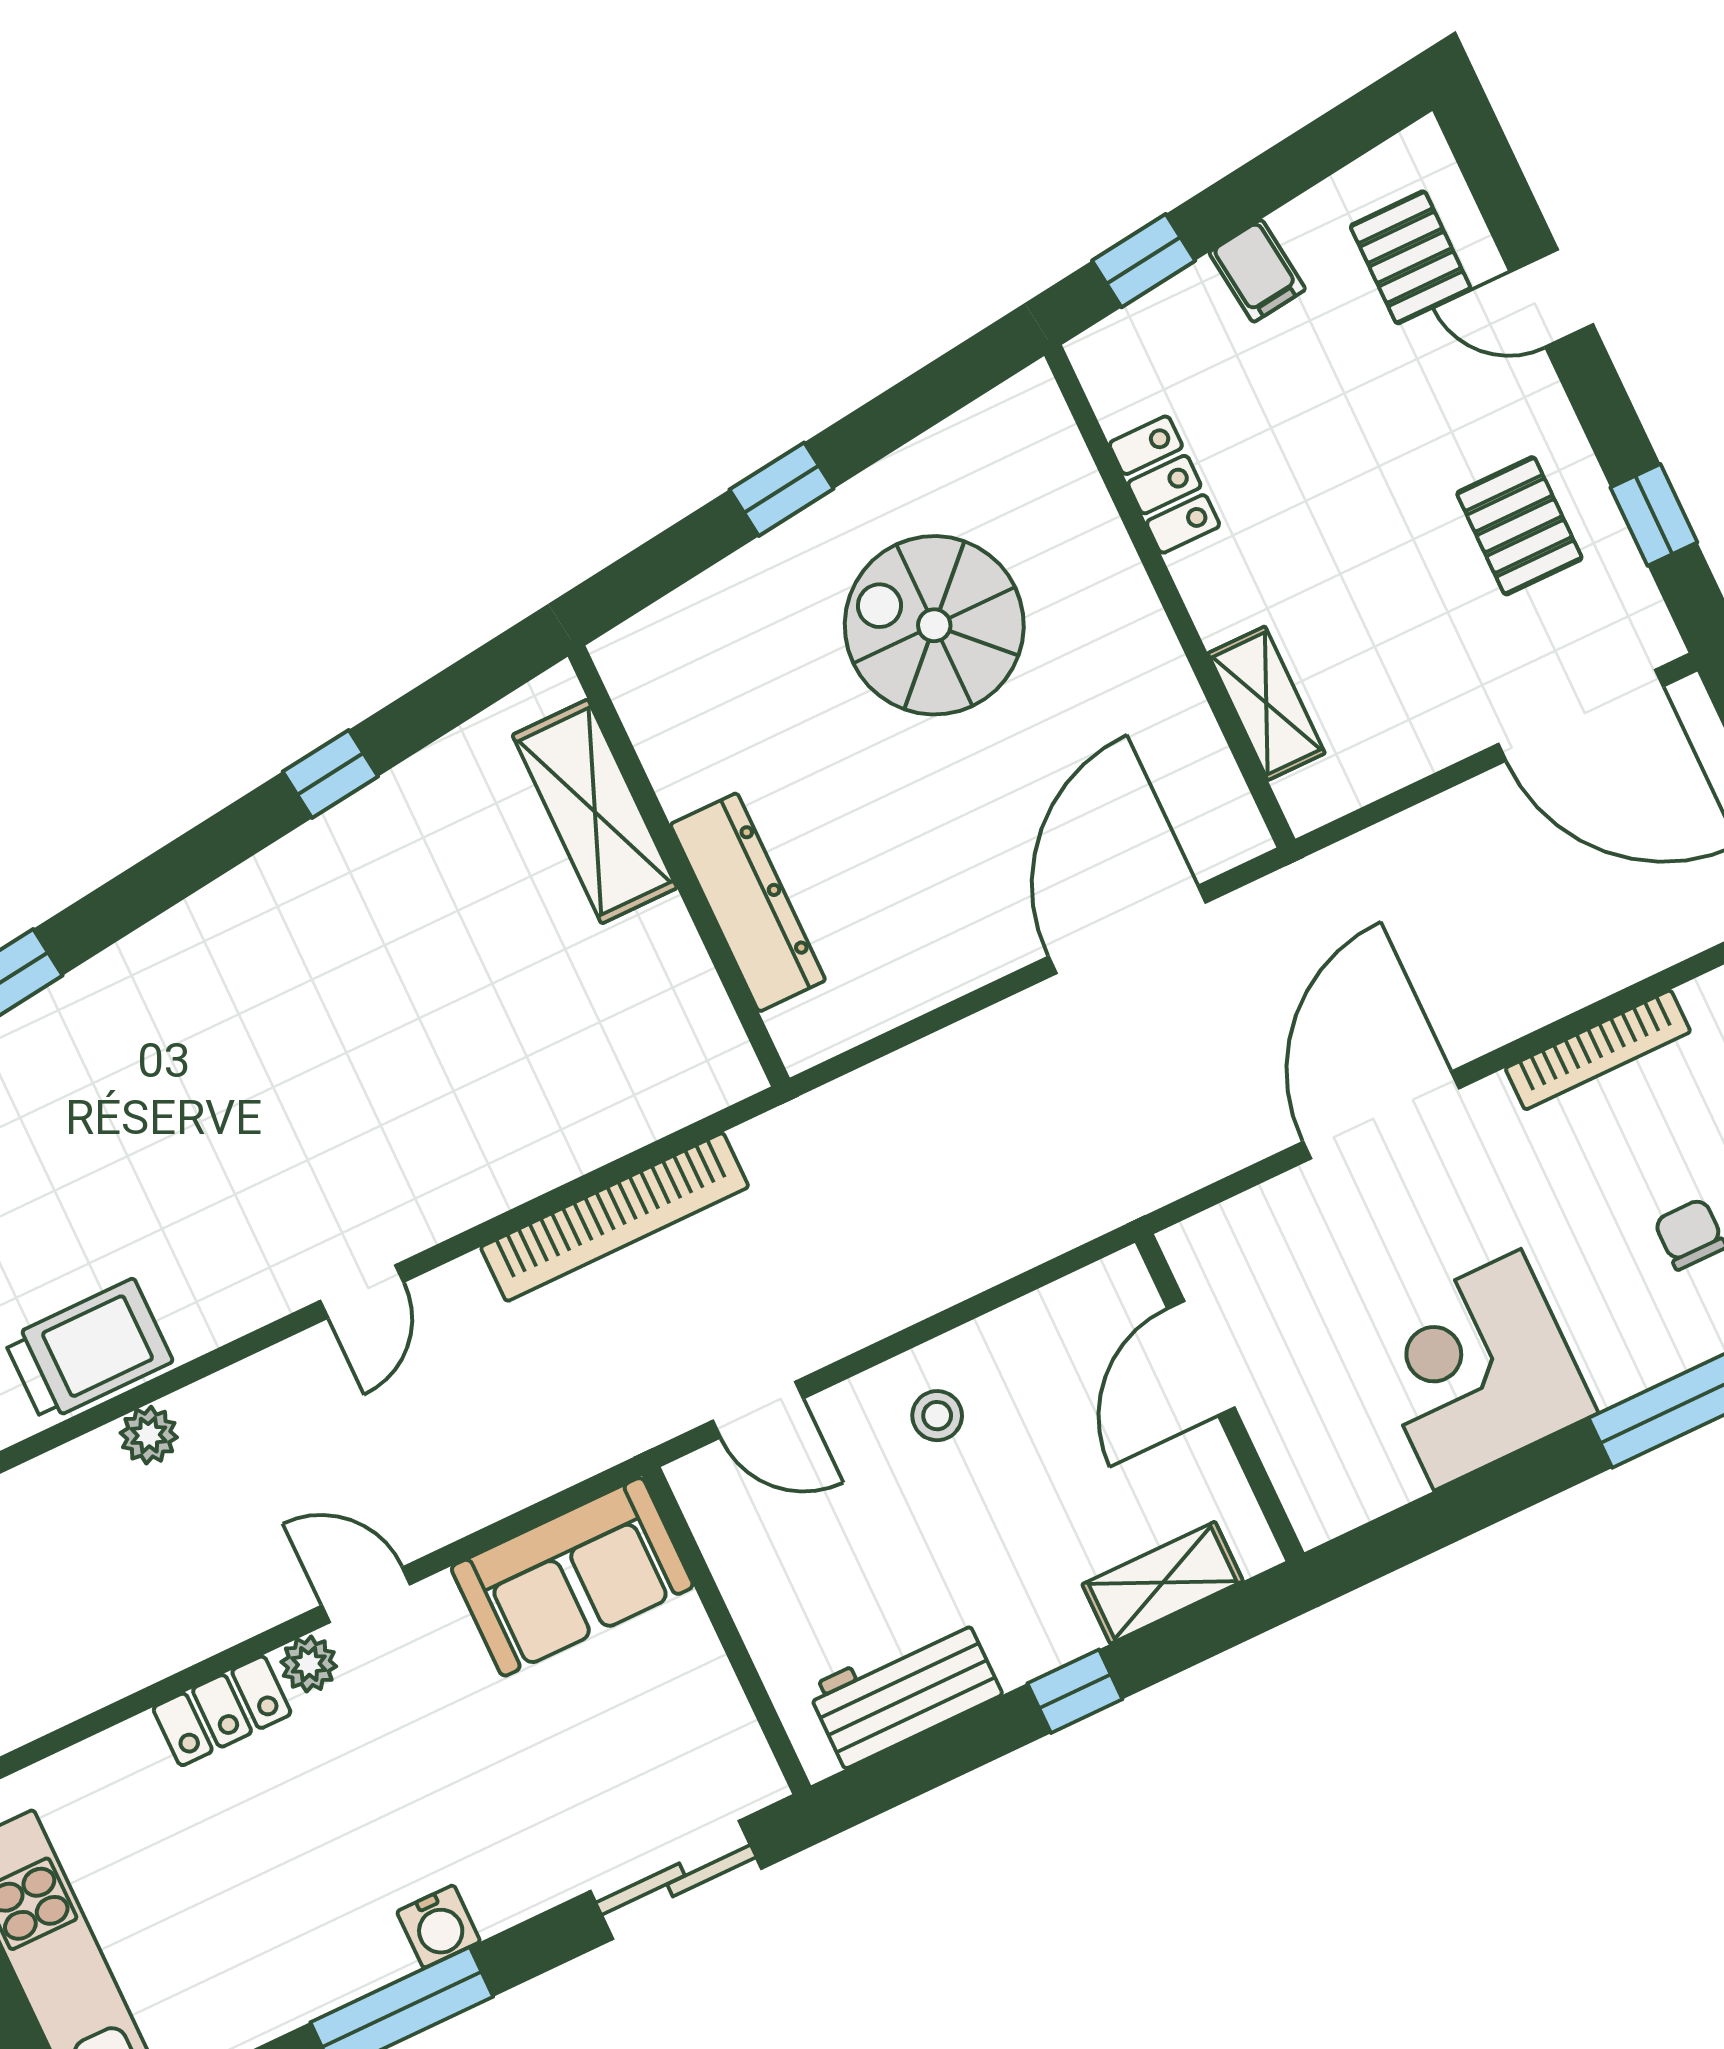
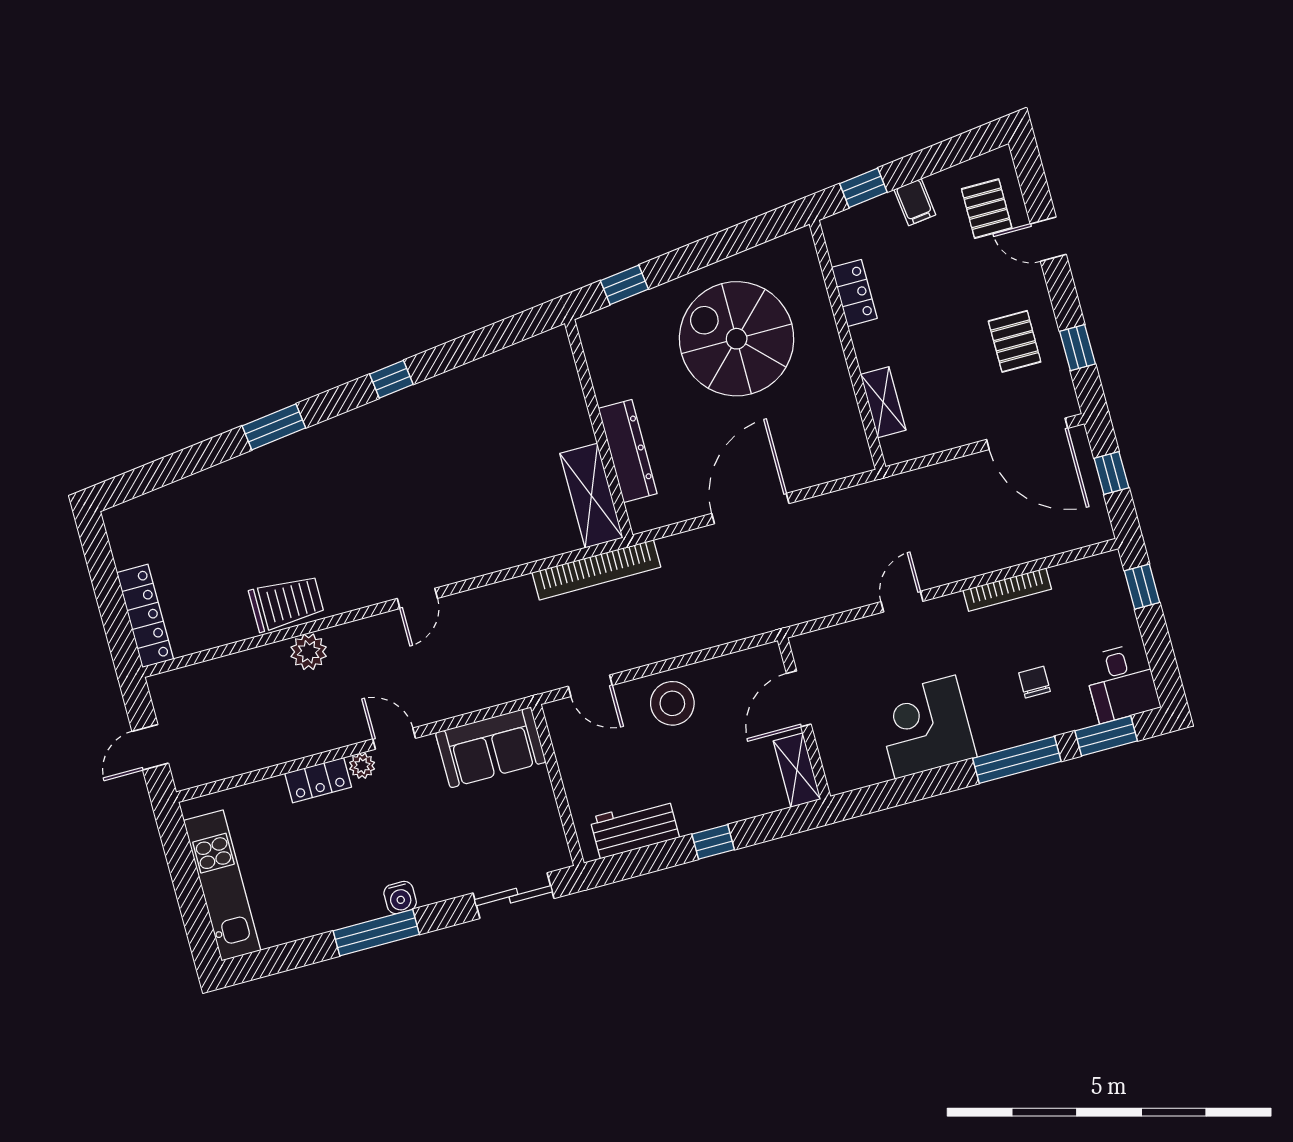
window: (781, 489) -> (624, 285), moved
spiral stairs: (934, 625) -> (737, 339), width x1.37, depth x1.37
window: (330, 774) -> (391, 379), moved
shelving: (595, 811) -> (591, 496), moved
door: (1127, 930) -> (750, 508), moved
door: (1381, 1115) -> (902, 602), width x0.53
bookcase: (615, 1217) -> (596, 570), moved
stool: (937, 1416) -> (672, 703), width x1.89, depth x1.89
plant: (149, 1435) -> (309, 652), width x1.38, depth x1.38
shelving: (1163, 1583) -> (797, 770), moved, turned 90

